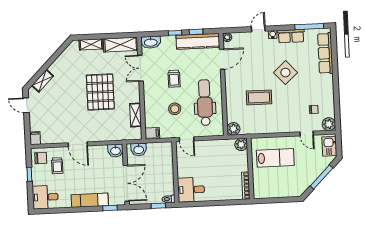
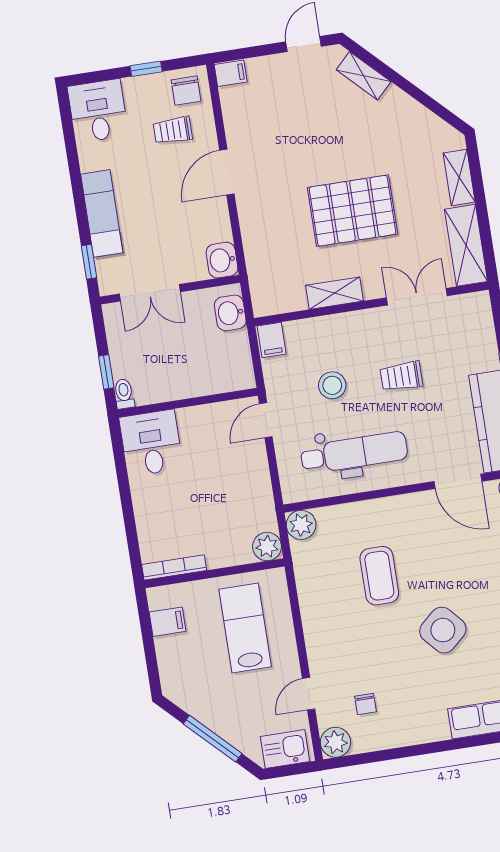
washbasin: (151, 42) -> (479, 314), removed
shelving: (136, 115) -> (335, 293), moved
lab bench: (275, 158) -> (245, 628), turned 180
double door: (126, 183) -> (150, 293), width x0.73
filing cabinet: (269, 191) -> (168, 622), added

